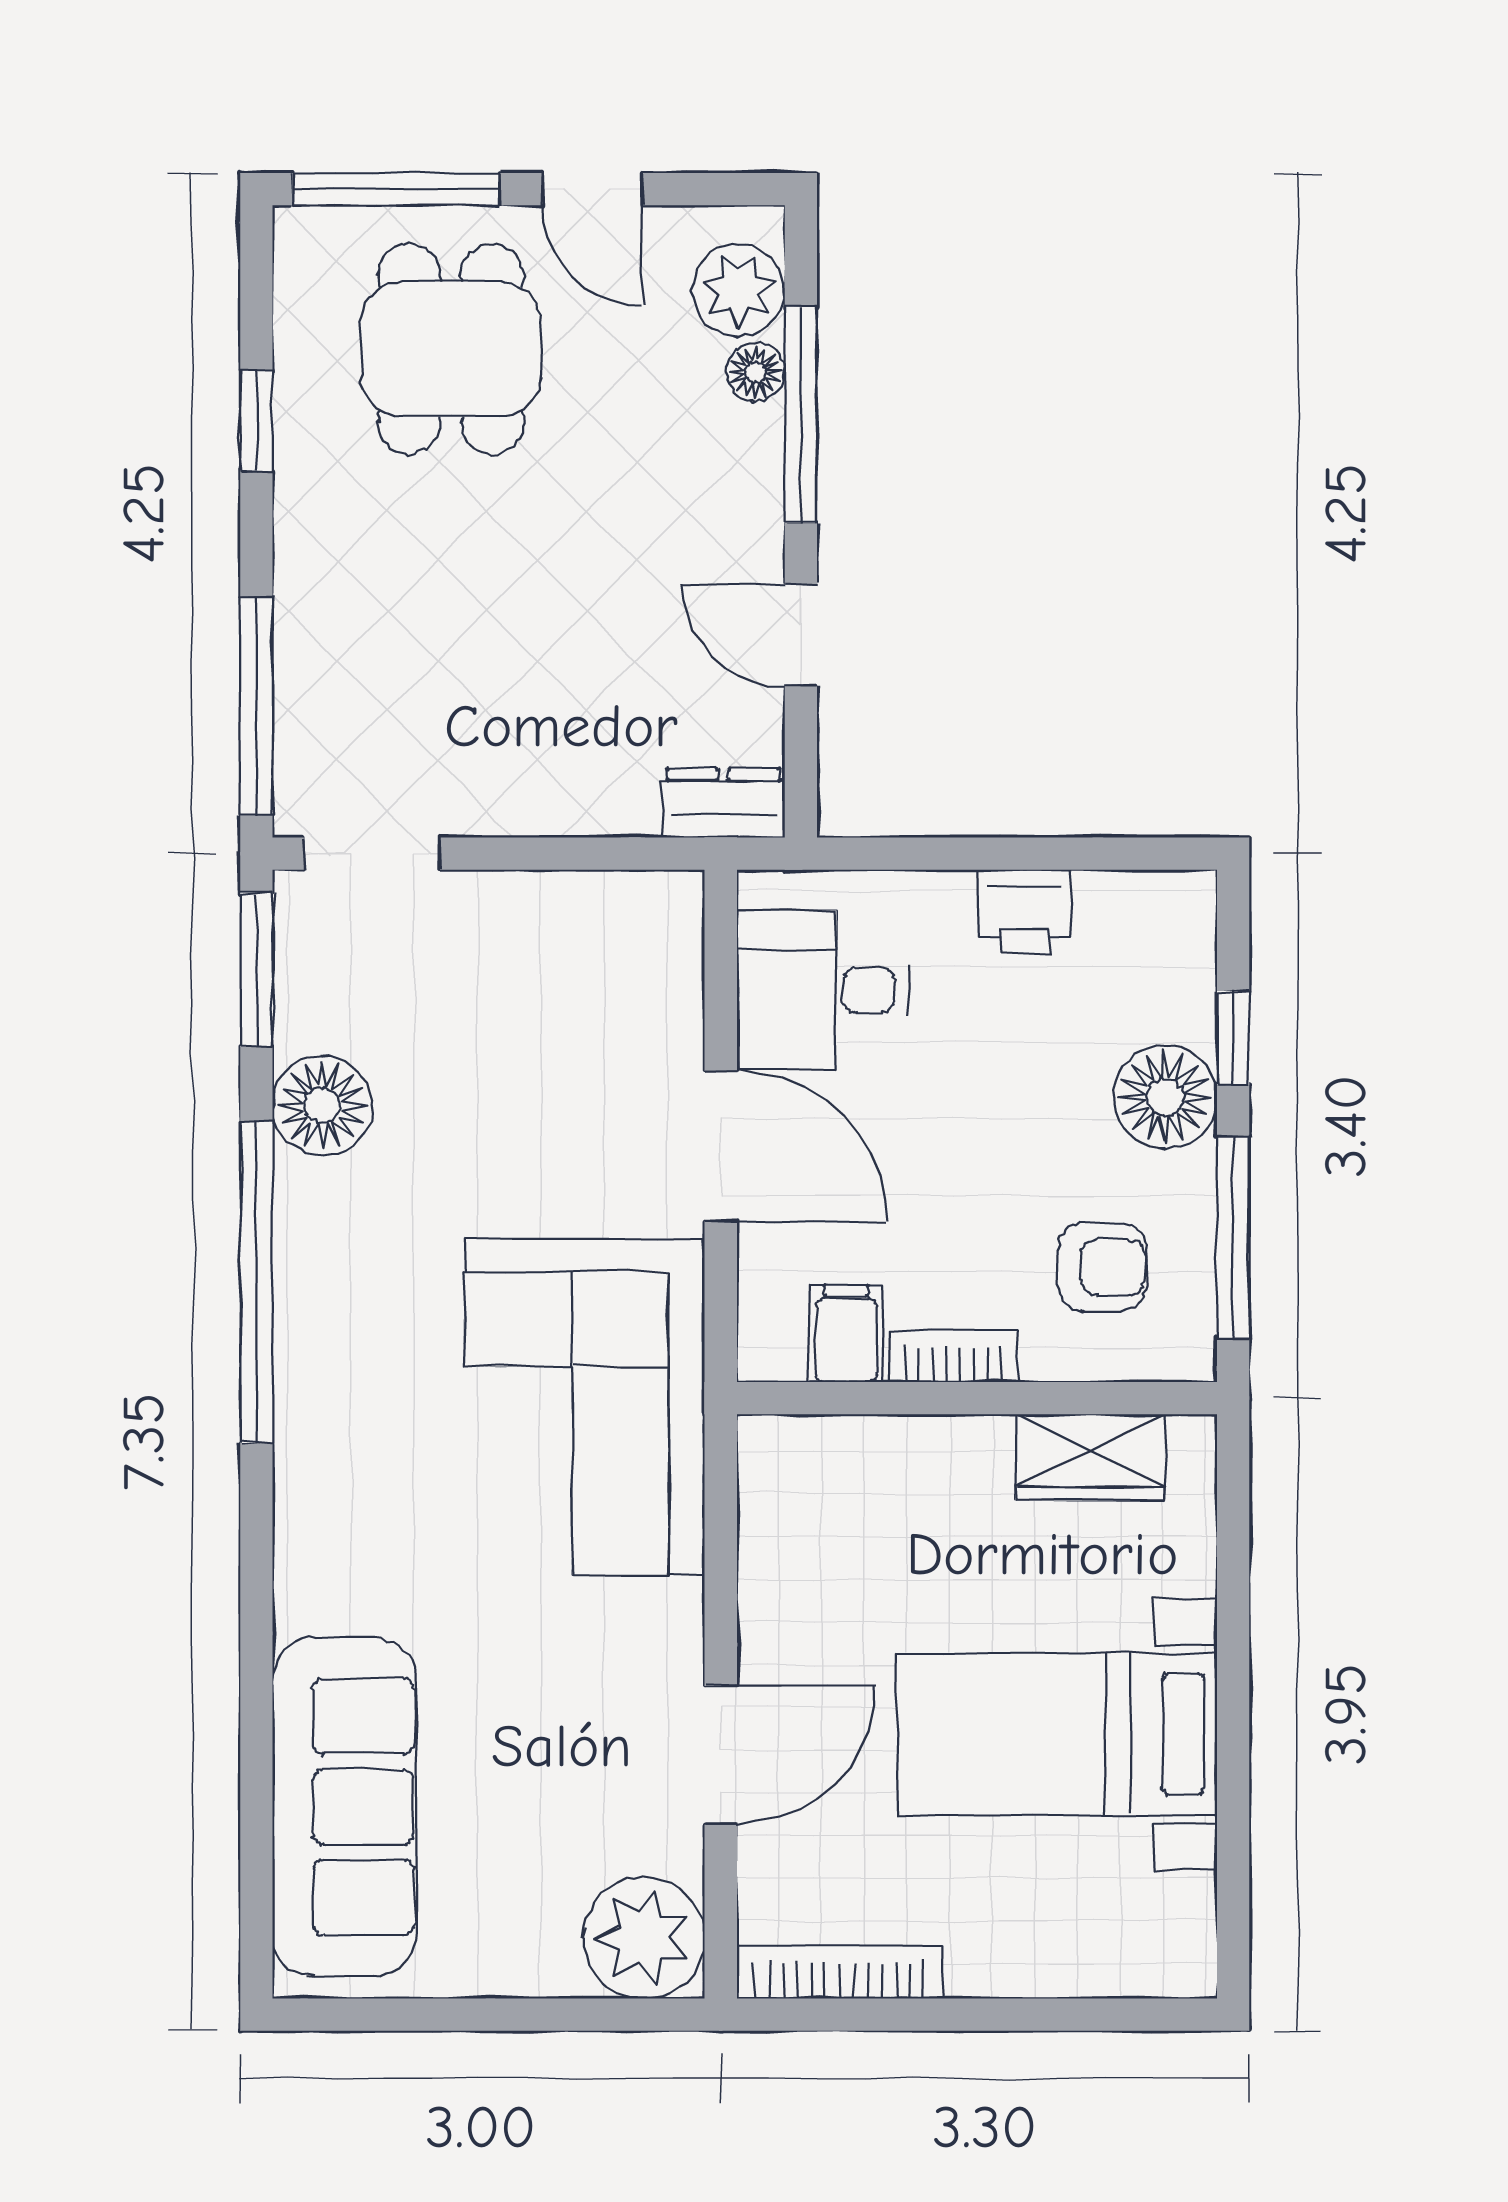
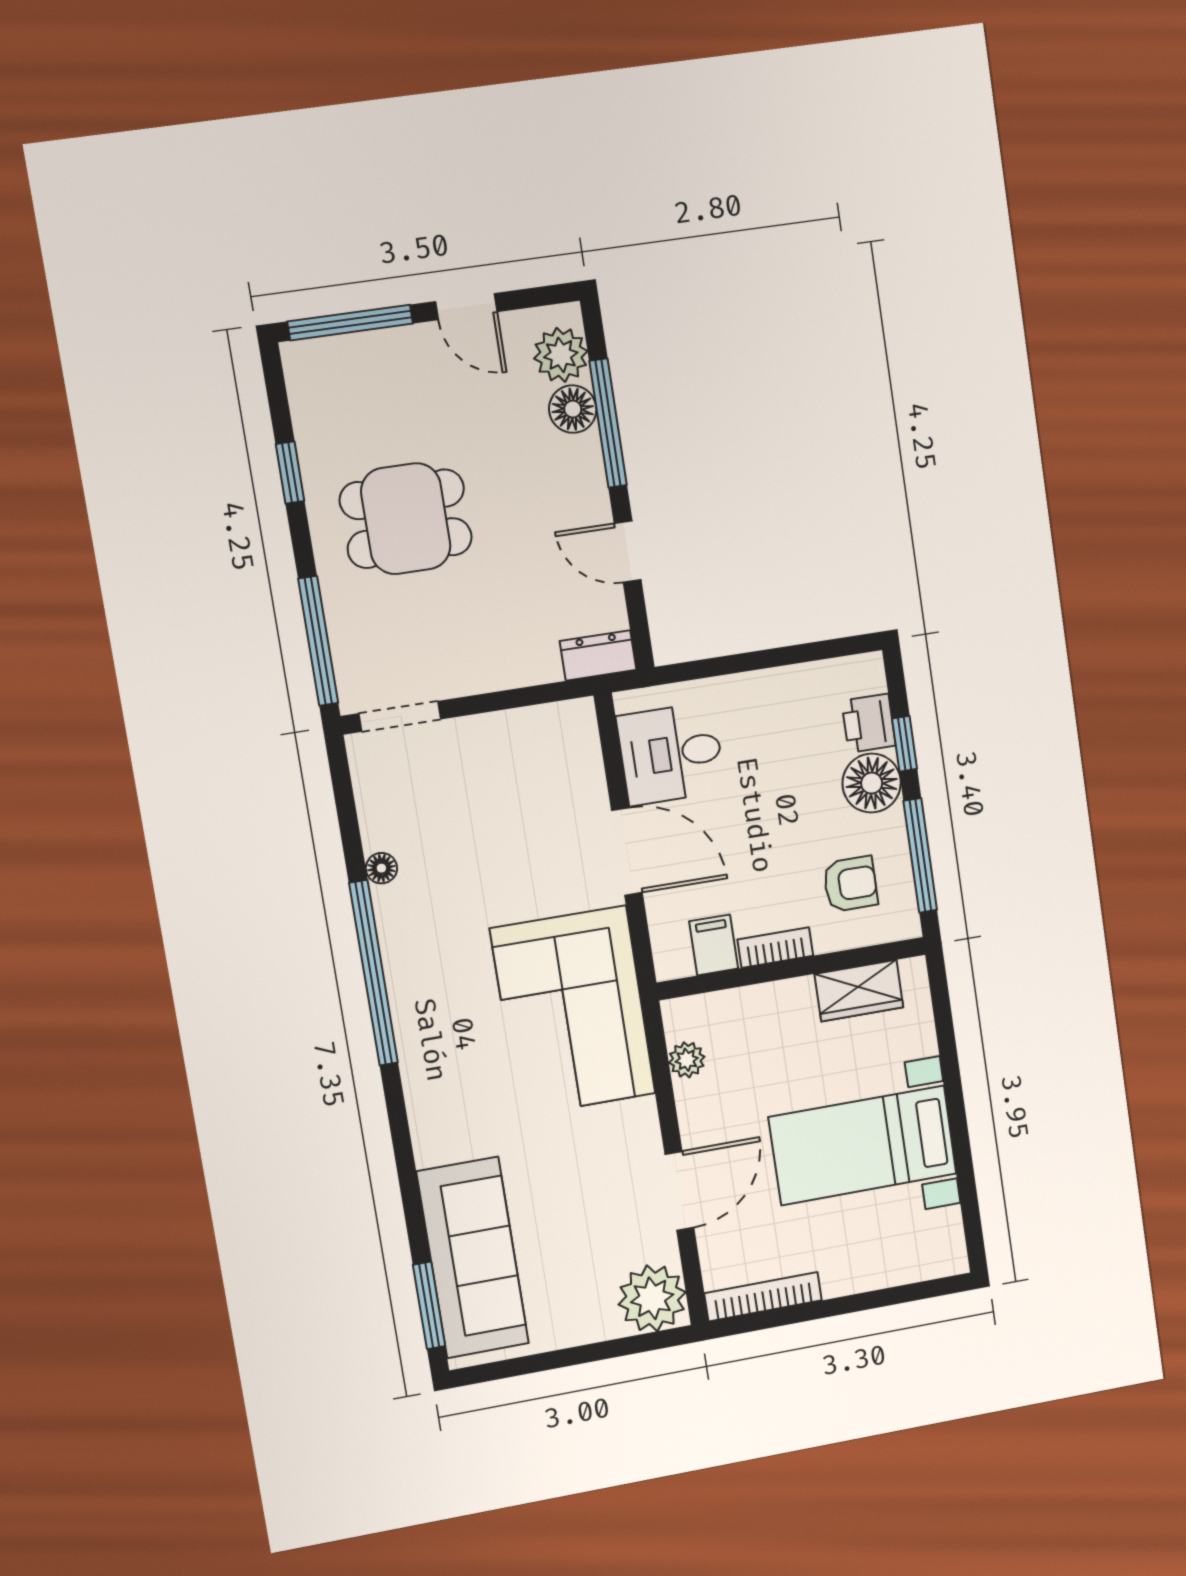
dining table: (451, 349) -> (406, 519), moved, turned 90
floor lamp: (756, 372) -> (573, 409), width x1.37, depth x1.37
printer: (1024, 912) -> (869, 723), moved, turned 90
window: (256, 970) -> (429, 1305), moved
floor lamp: (322, 1106) -> (381, 868), width x0.53, depth x0.53
plant: (769, 1526) -> (687, 1060), added

